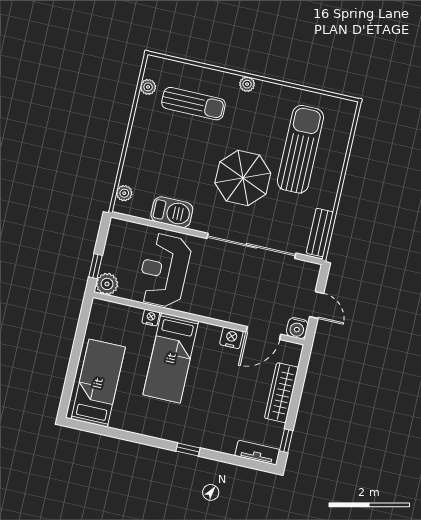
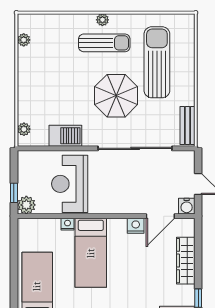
sun lounger: (193, 104) -> (104, 43), moved

